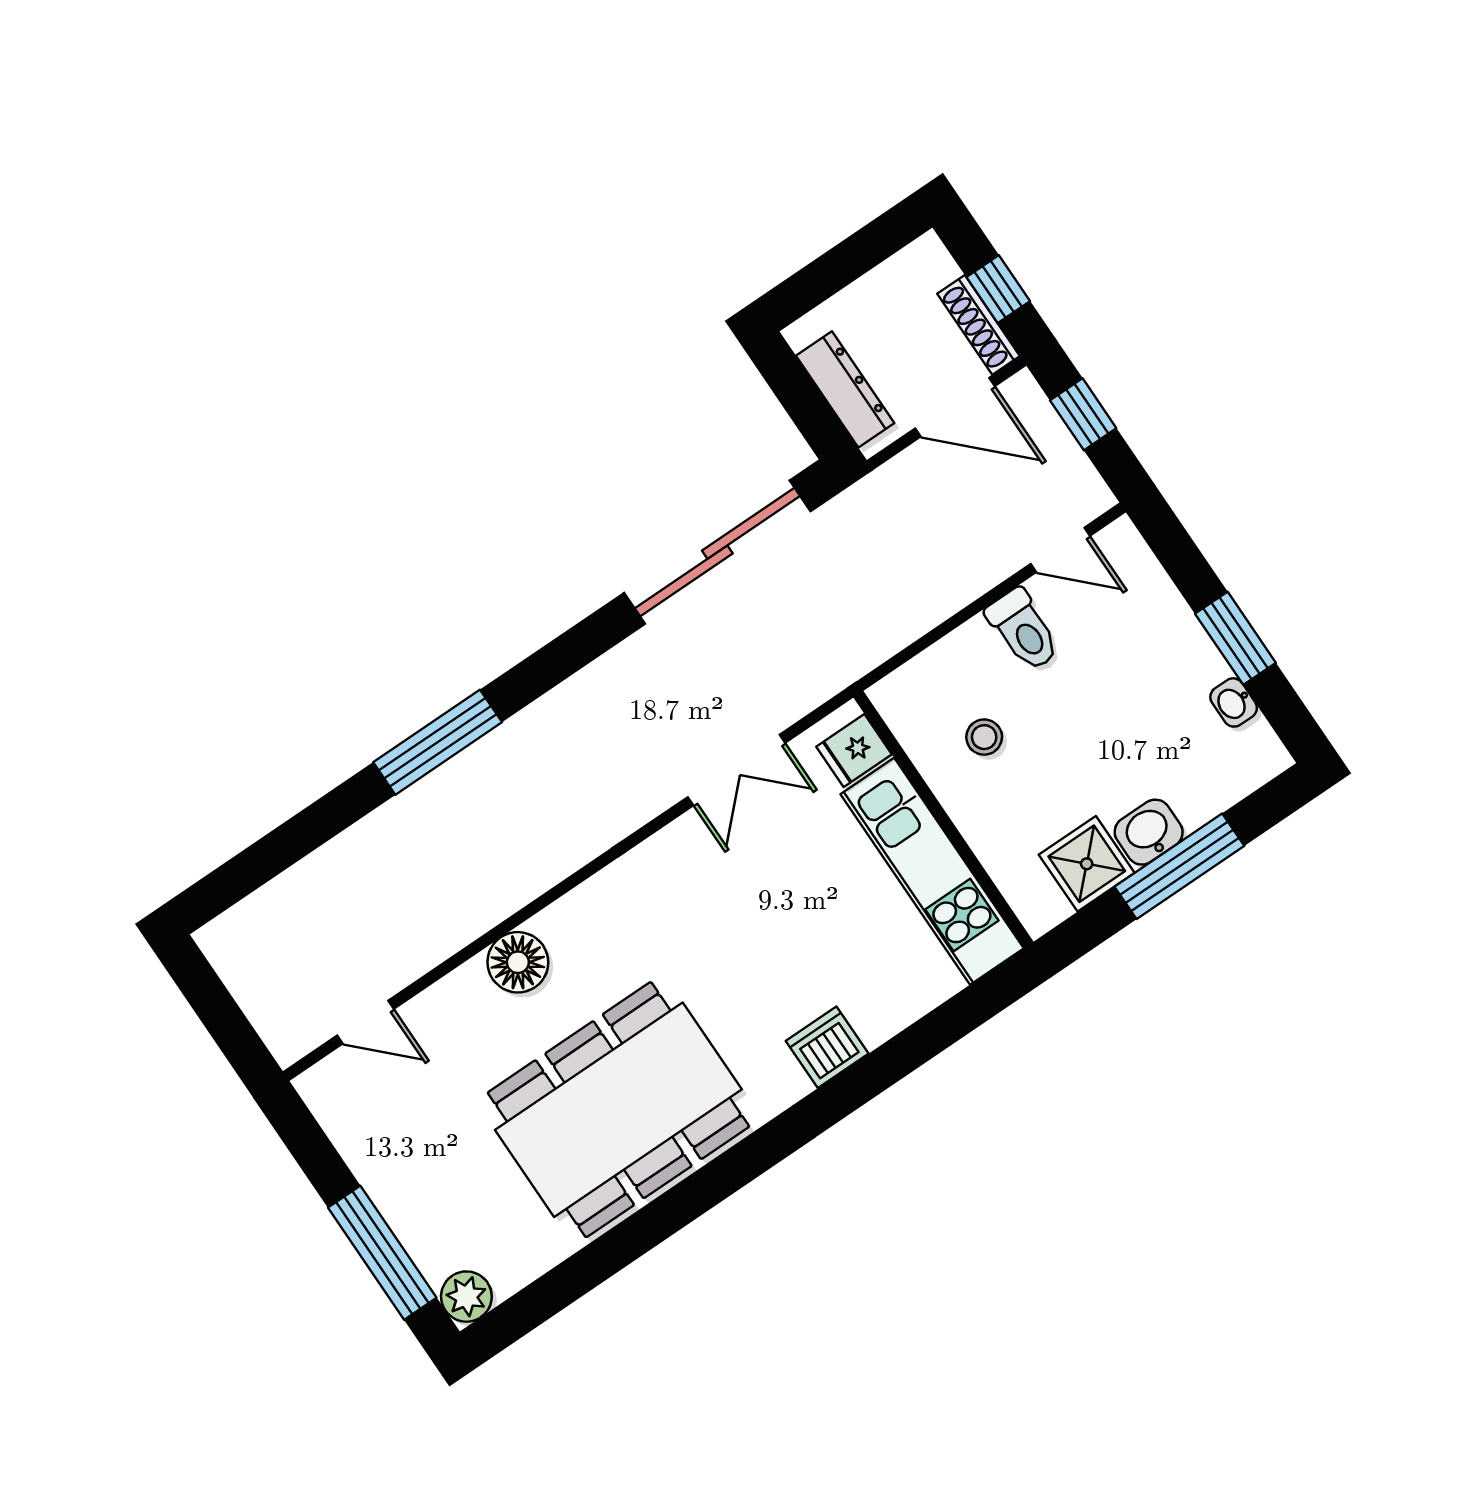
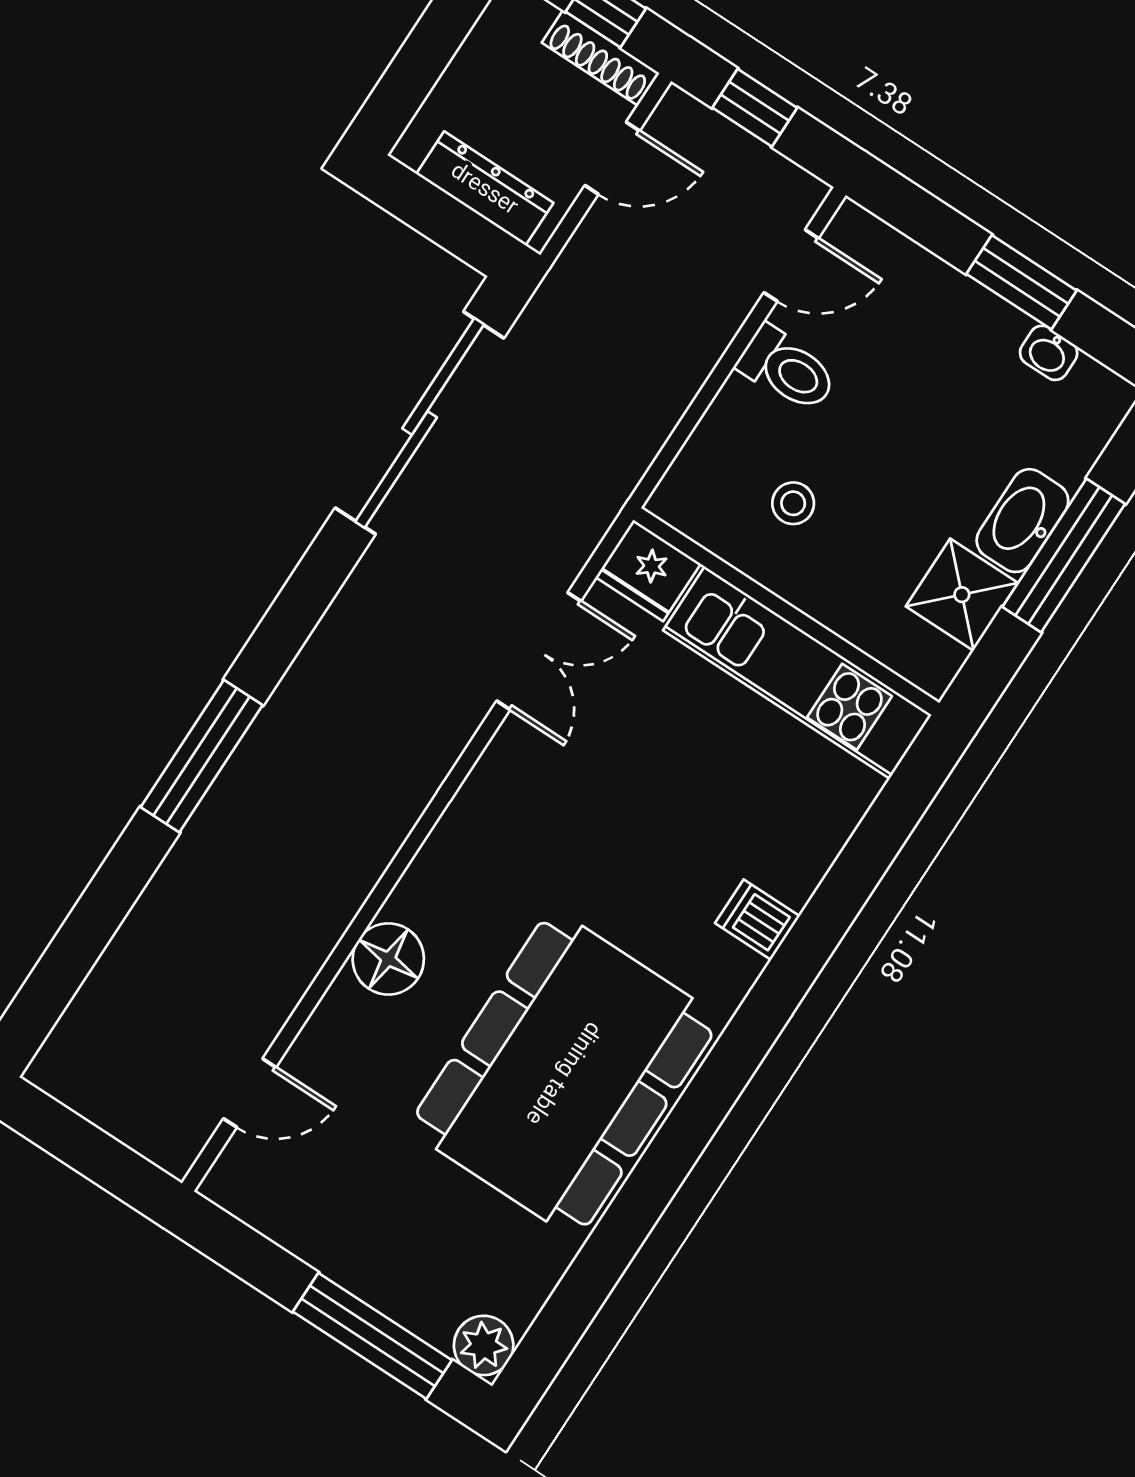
door: (955, 407) -> (612, 158), width x0.73
fridge: (854, 751) -> (648, 571), width x1.38
washbasin: (1149, 832) -> (1022, 521), width x1.38
dishwasher: (827, 1047) -> (757, 920), width x0.73

